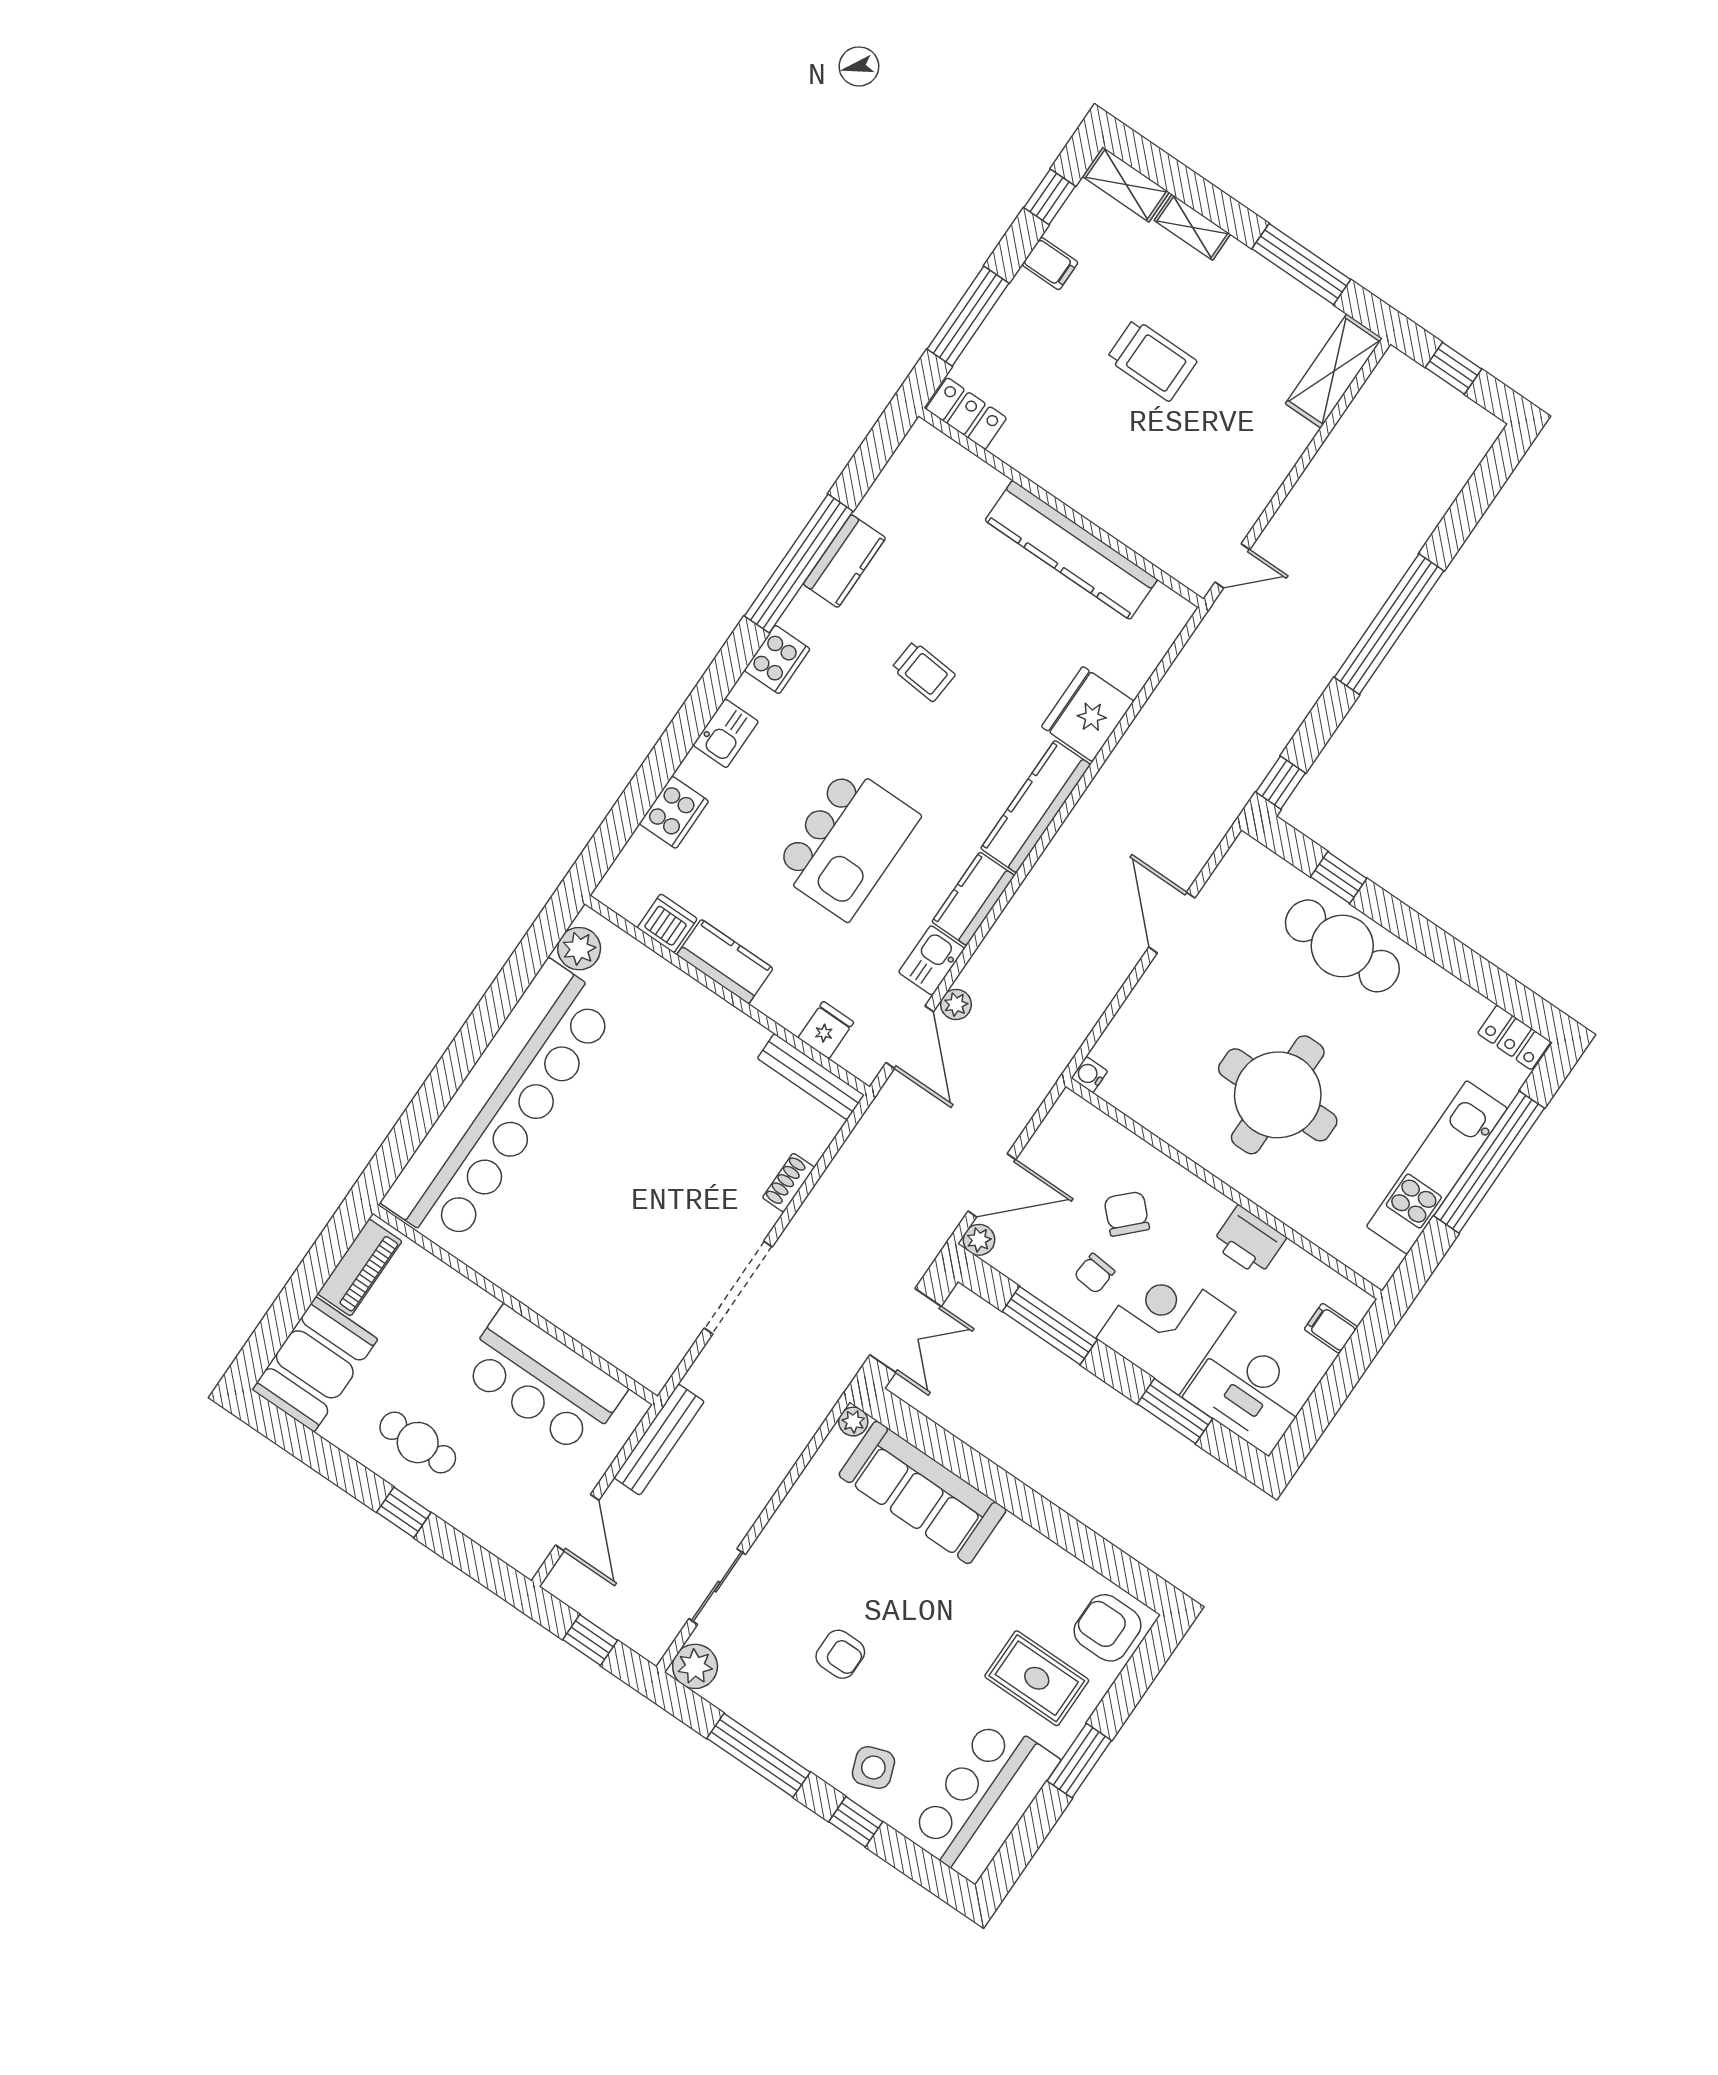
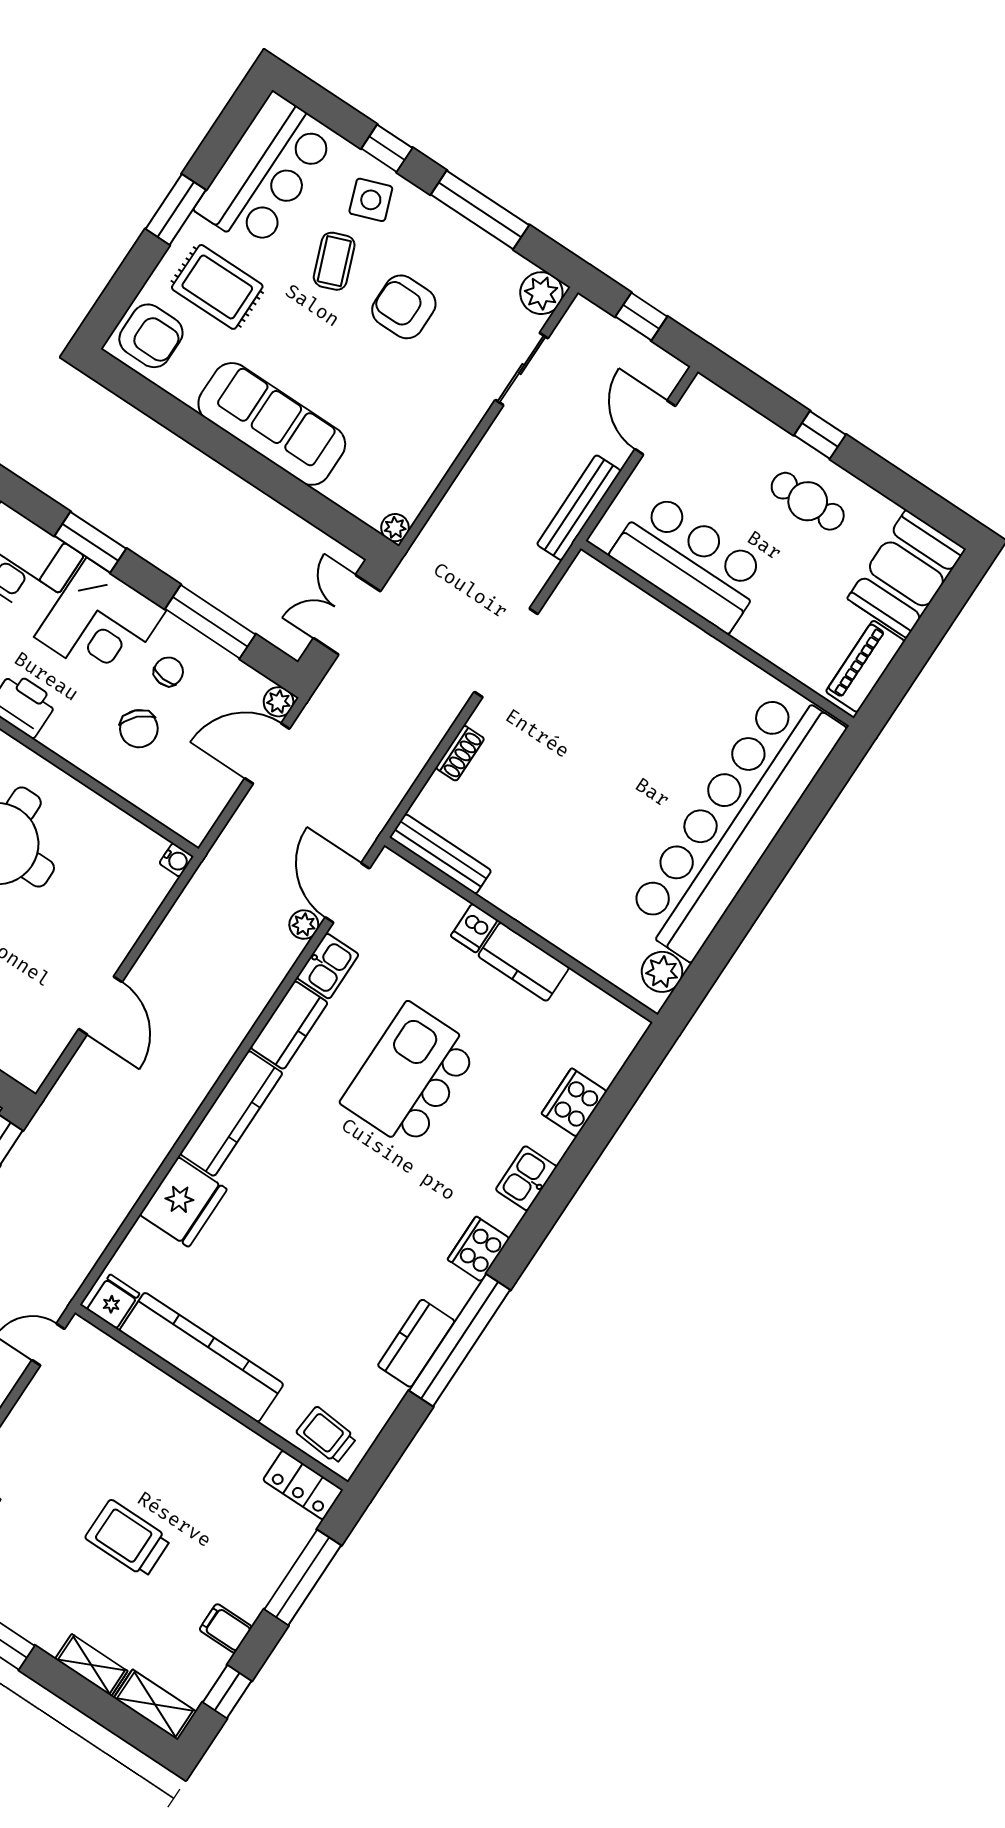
trolley: (923, 671) -> (326, 1435), moved
dishwasher: (667, 923) -> (474, 928), moved, width x0.73
fridge: (826, 1030) -> (113, 1301), moved, turned 180
sofa: (922, 1492) -> (272, 424), moved
armchair: (840, 1654) -> (404, 307), width x1.38, depth x1.38
coffee table: (913, 1704) -> (334, 261), added

